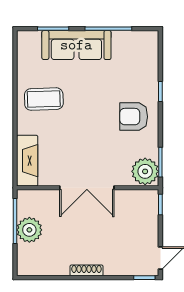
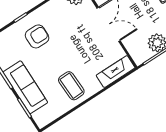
armchair: (134, 117) -> (37, 36), moved, turned -90

